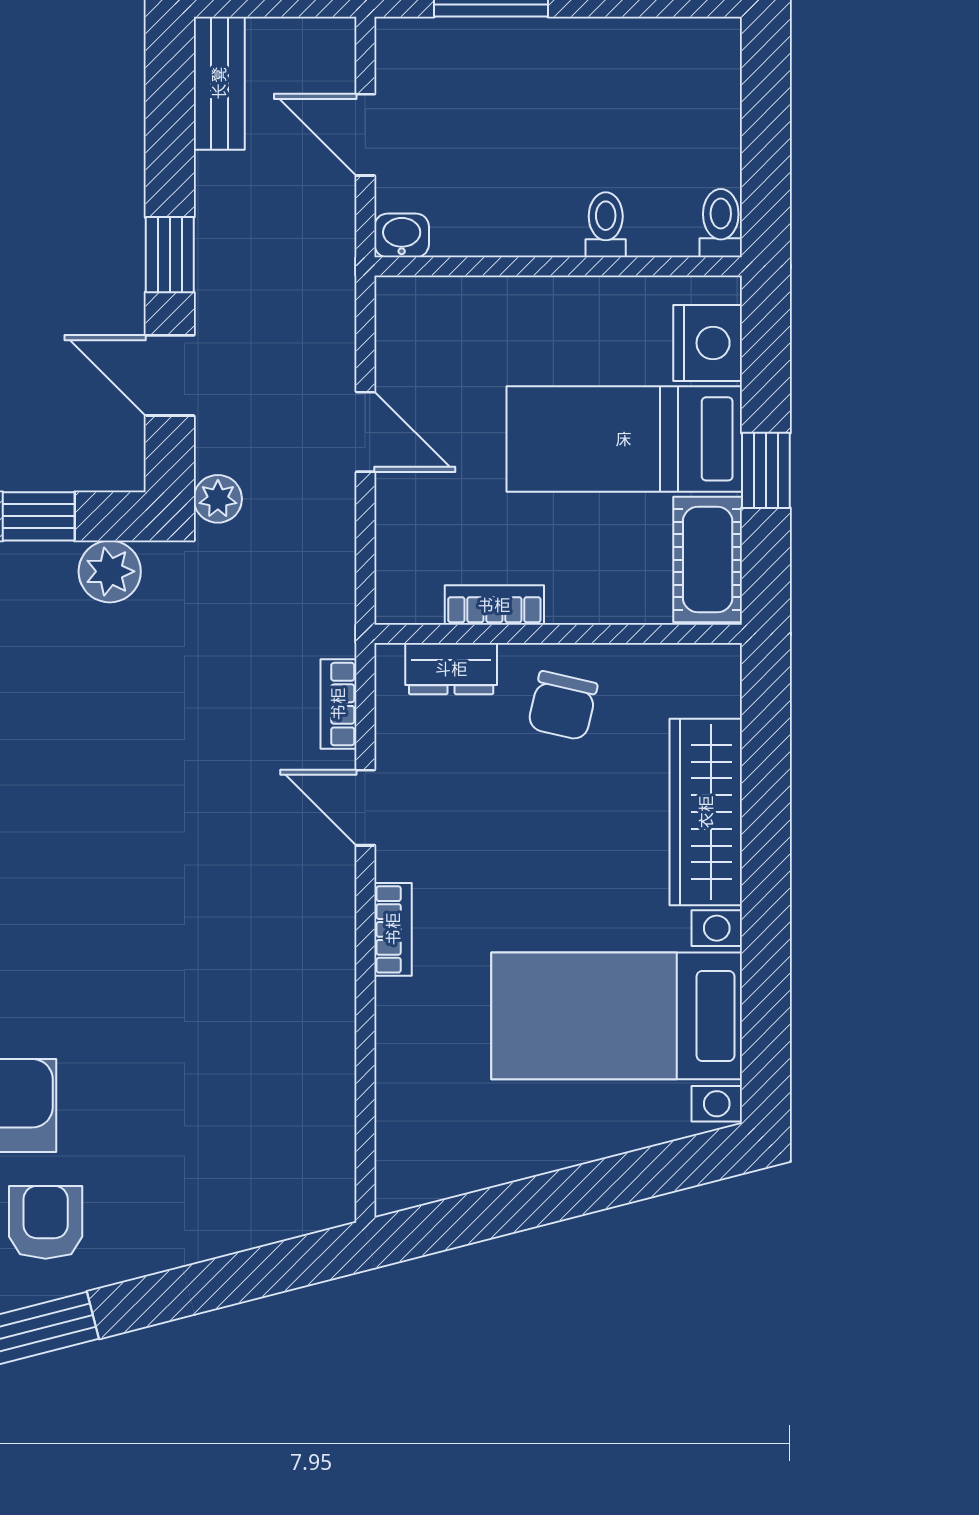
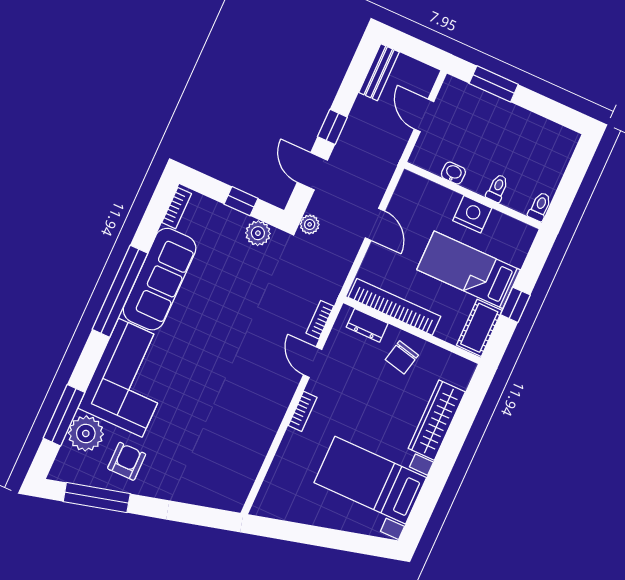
washbasin: (402, 235) -> (453, 173), moved
nightstand: (708, 343) -> (472, 214), moved, turned -90
bookcase: (494, 605) -> (395, 307), width x2.31, depth x1.31

